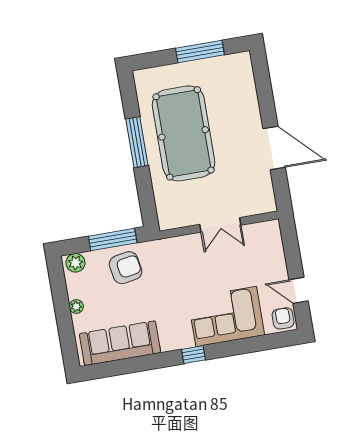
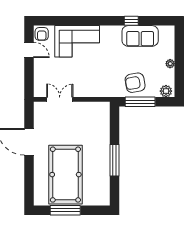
pool table: (184, 133) -> (65, 175), moved
double door: (220, 225) -> (60, 99), moved
sofa: (120, 343) -> (140, 36), width x0.73
window: (193, 355) -> (131, 21), moved

